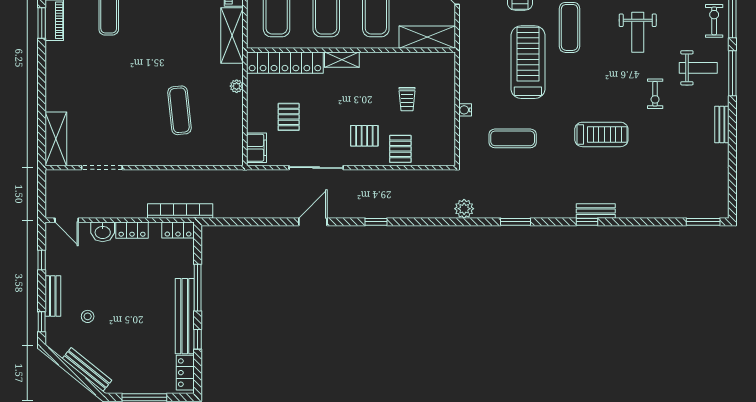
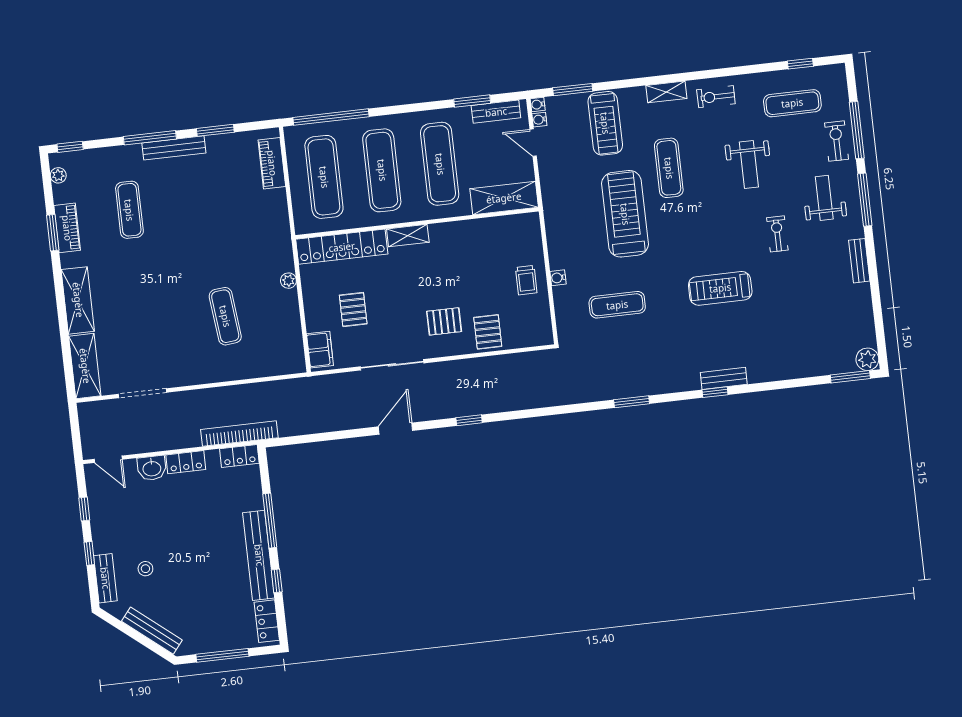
shelving: (232, 36) -> (78, 300), moved
weight bench: (698, 68) -> (824, 198), turned -90
exercise bike: (655, 94) -> (777, 234), turned 180
trolley: (407, 99) -> (526, 280), moved
treadmill: (601, 134) -> (720, 288), turned 180
plant: (464, 209) -> (867, 359), moved
bench: (53, 296) -> (105, 578), moved
window: (42, 322) -> (89, 553), moved

